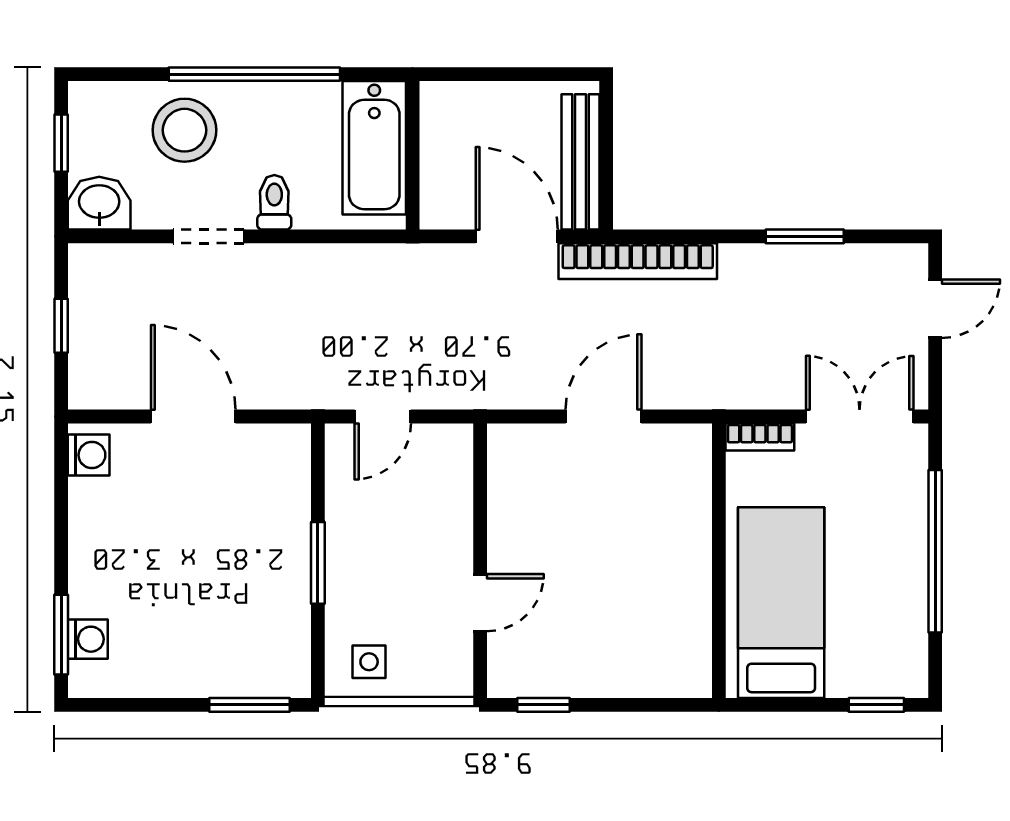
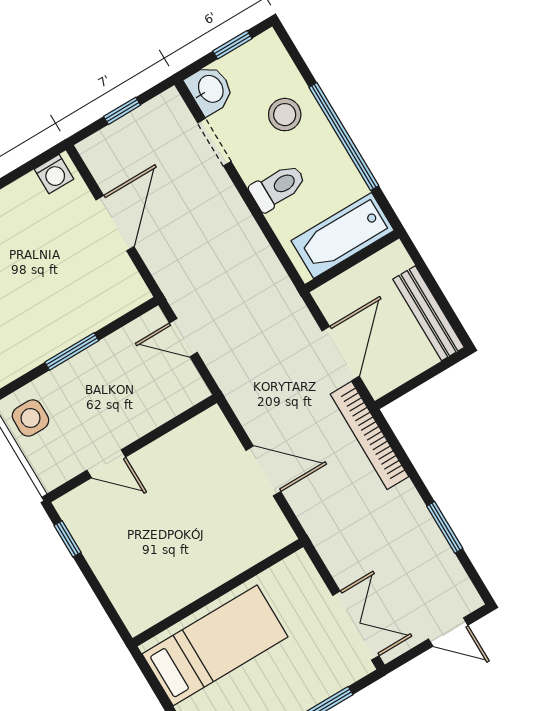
stool: (184, 130) -> (285, 115), width x0.73, depth x0.73
bench: (581, 162) -> (428, 313), moved, turned 90
toilet: (274, 202) -> (278, 187), width x1.37, depth x1.39
doorway: (209, 236) -> (214, 142), moved
bookcase: (760, 437) -> (307, 573), removed
side table: (369, 662) -> (31, 418), width x1.37, depth x1.37

